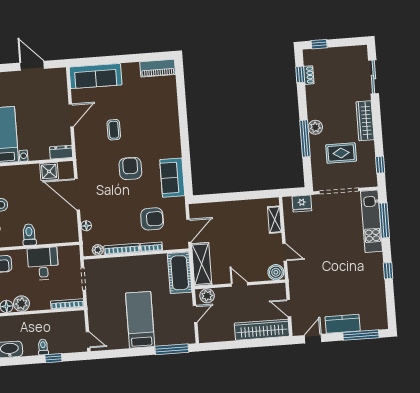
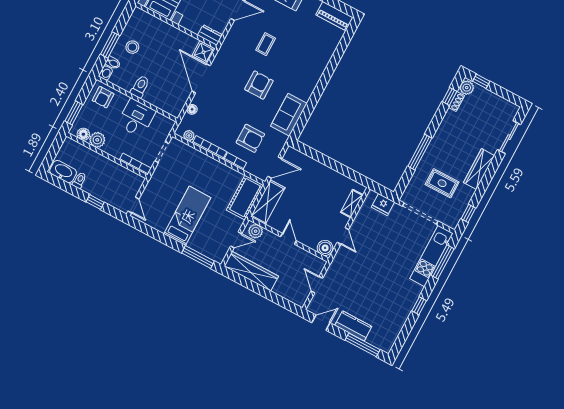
plant: (315, 127) -> (467, 88), moved
shower: (49, 171) -> (204, 52), moved
wardrobe: (262, 330) -> (251, 271), moved
toilet: (43, 347) -> (79, 180), moved

